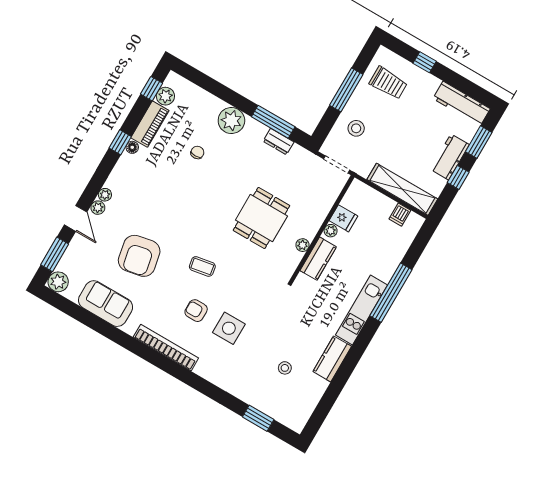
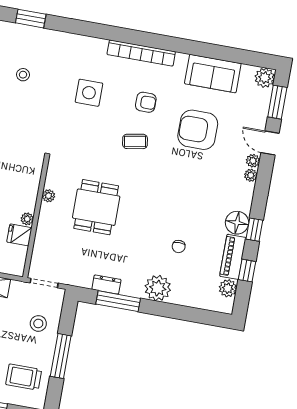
window: (152, 89) -> (247, 271), moved
floor lamp: (132, 147) -> (237, 223), width x1.89, depth x1.89
armchair: (139, 256) -> (198, 130), turned -79
kitchen counter: (318, 259) -> (29, 188), removed
armchair: (196, 311) -> (146, 102), moved

